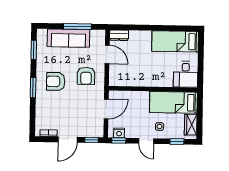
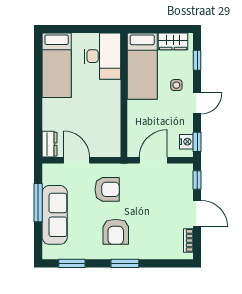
door: (107, 54) -> (77, 160), hinge flipped
desk: (186, 74) -> (102, 56), width x1.37
door: (106, 109) -> (153, 160), hinge flipped

